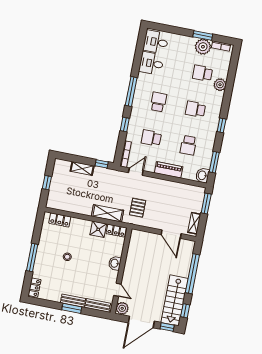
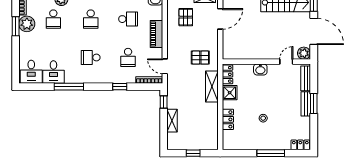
window: (131, 92) -> (69, 87), moved
pallet: (179, 201) -> (186, 17), added
locker: (60, 220) -> (228, 119), moved

